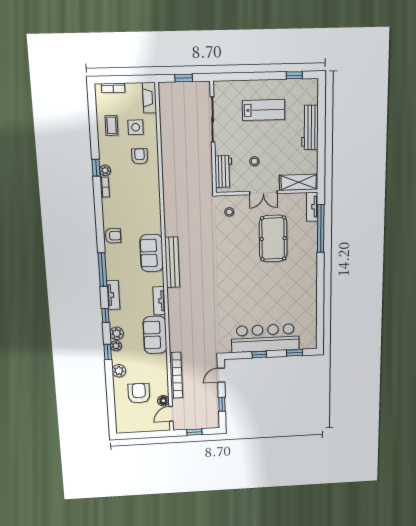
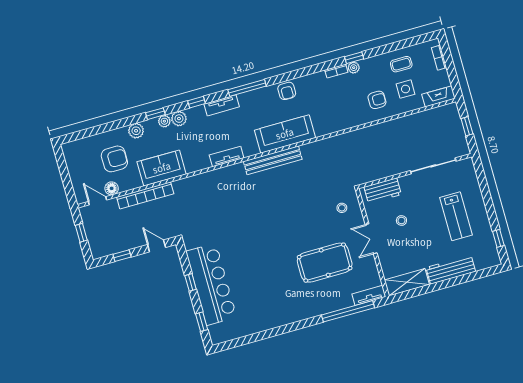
shelving: (299, 182) -> (407, 282), moved, turned 90
sofa: (152, 253) -> (285, 134), width x1.36
sofa: (155, 335) -> (162, 168), moved

